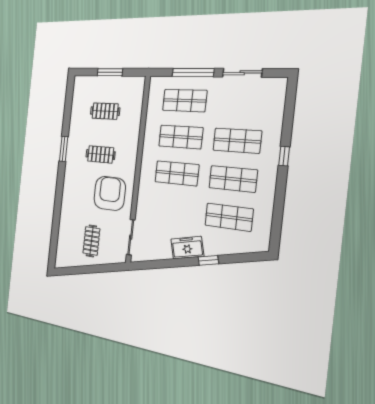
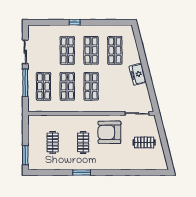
window: (110, 72) -> (25, 155), moved
window: (208, 260) -> (143, 60), removed

